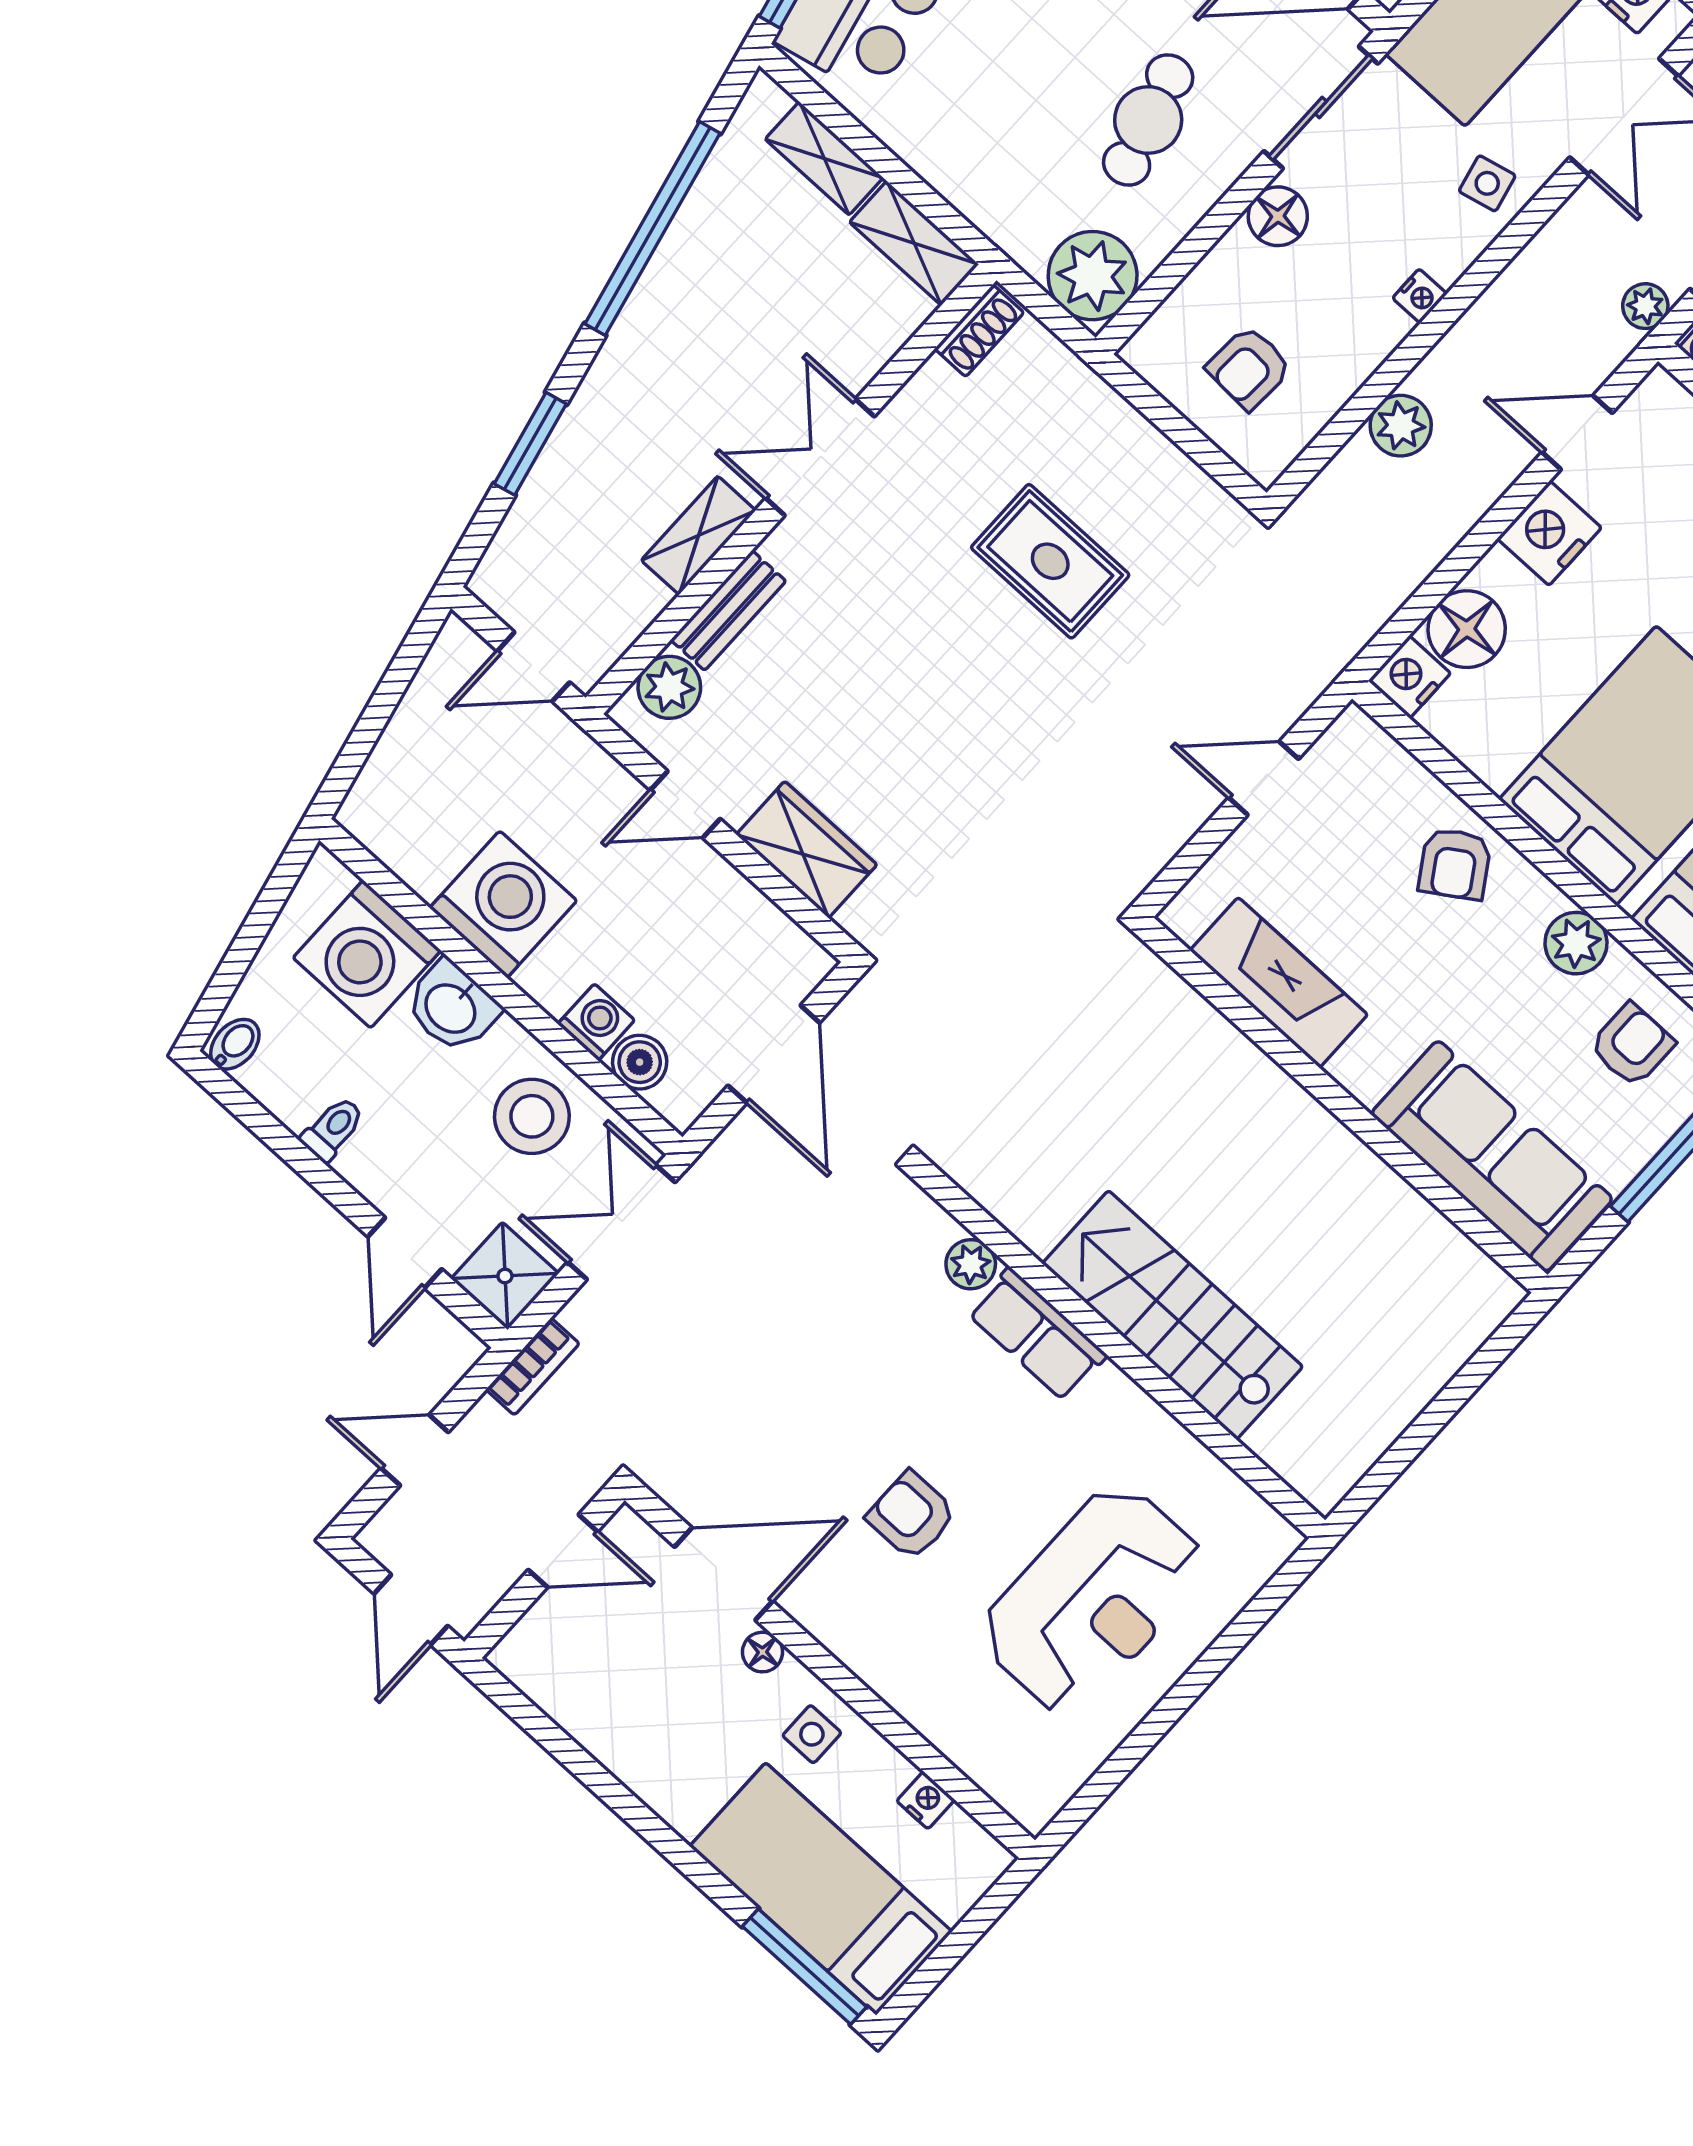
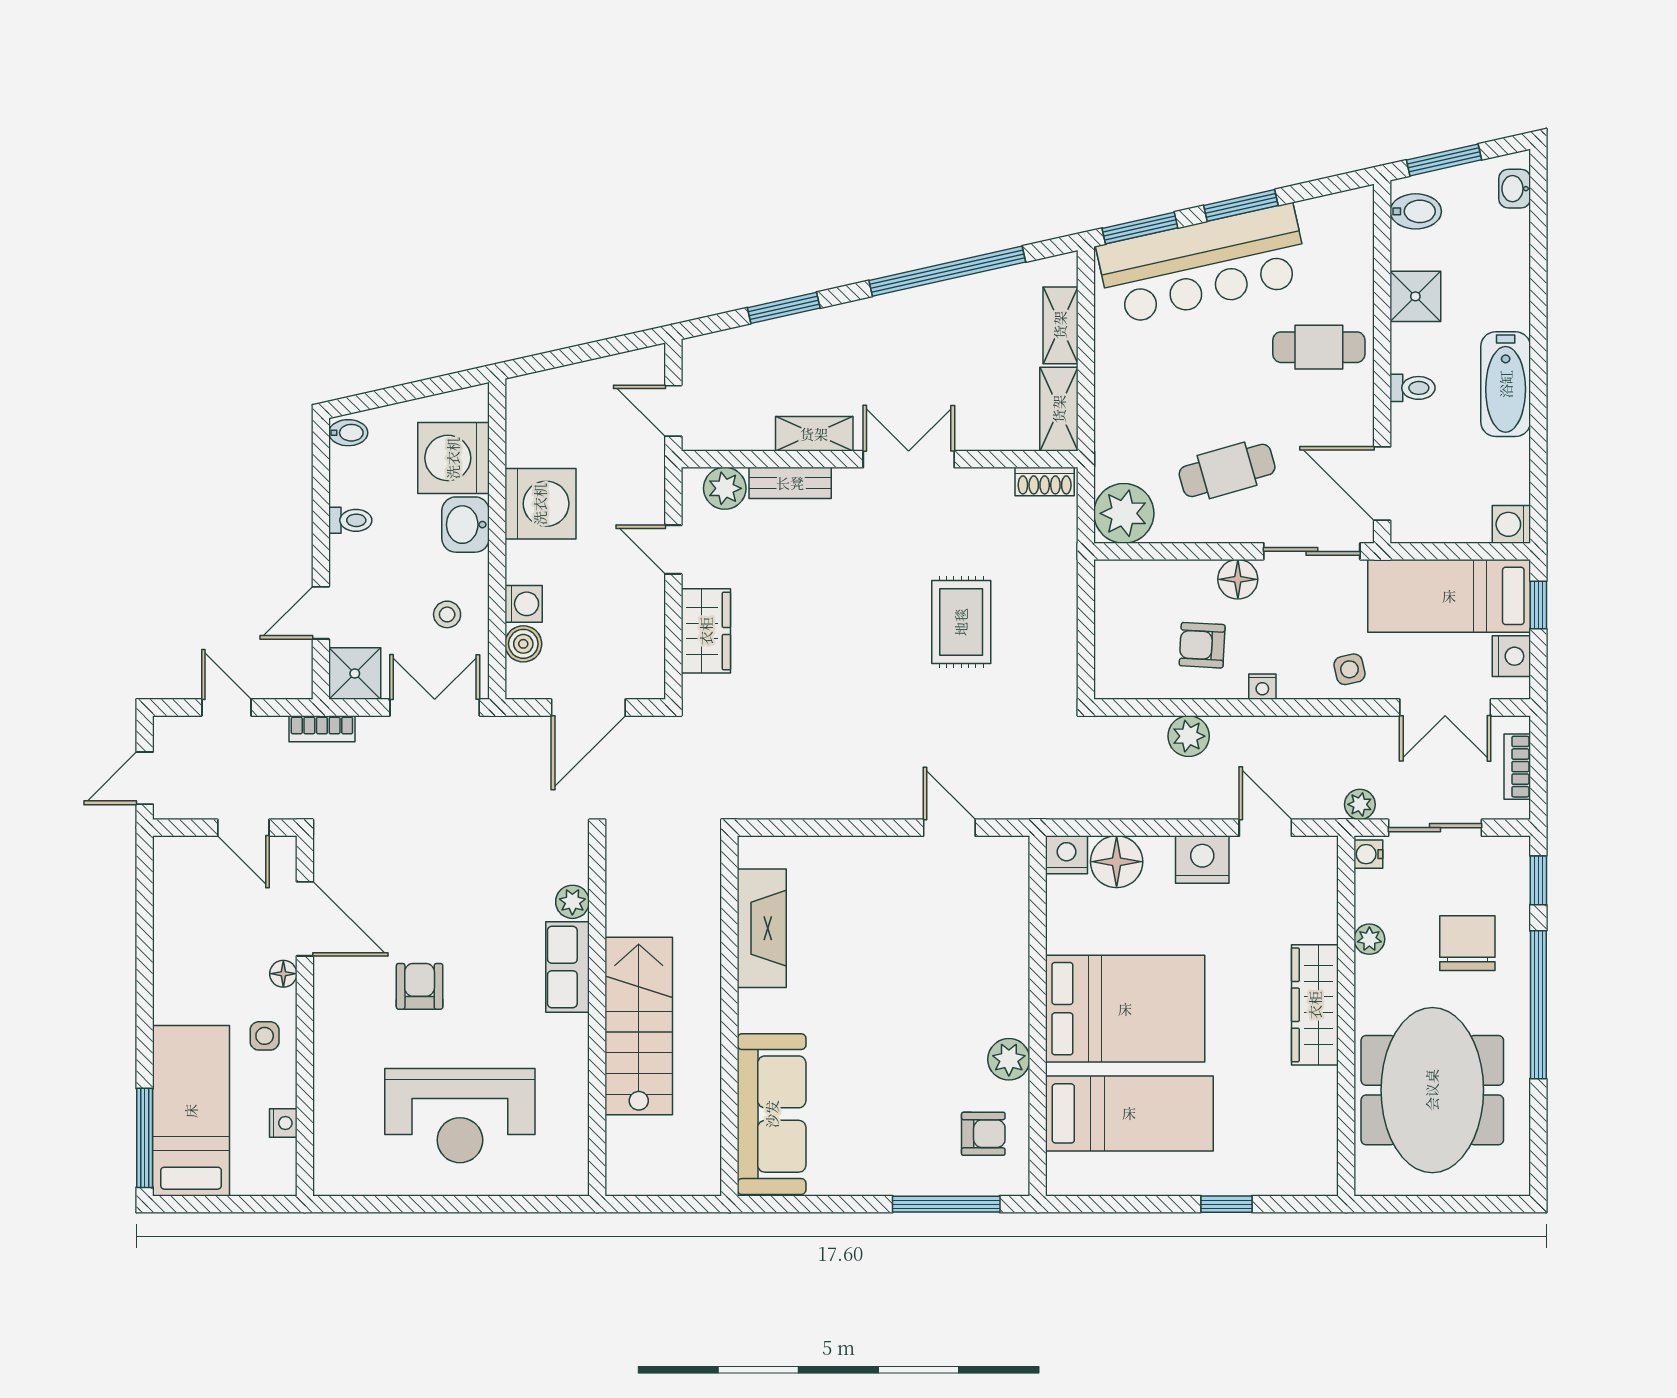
armchair: (1249, 368) -> (1202, 645), moved
armchair: (1455, 864) -> (993, 963), removed
fireplace: (1279, 983) -> (762, 928), moved
wall: (1343, 1105) -> (729, 1016), moved
stool: (532, 1116) -> (447, 614), width x0.53, depth x0.53
sofa: (1492, 1156) -> (772, 1114), moved

